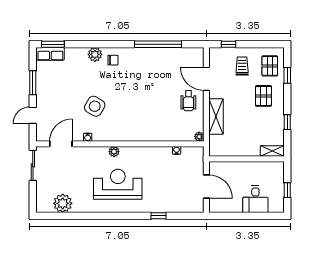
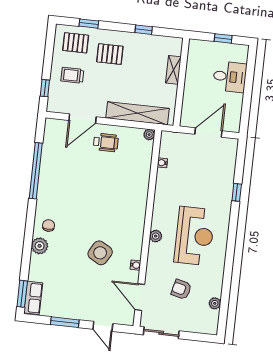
shelving: (216, 116) -> (138, 113), width x1.47
shelving: (272, 151) -> (173, 70), moved
armchair: (71, 178) -> (181, 289), added
reception desk: (118, 184) -> (194, 236), turned 180
plant: (63, 203) -> (215, 303), width x0.53, depth x0.53

